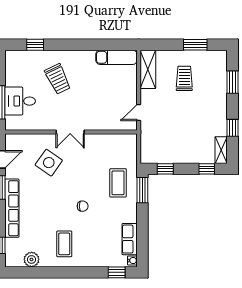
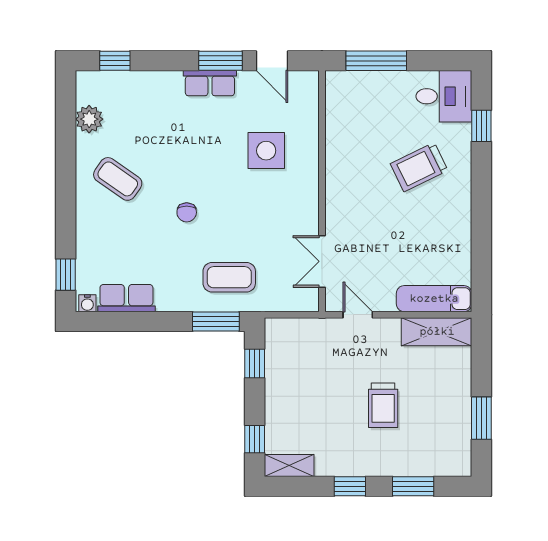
exam couch: (116, 57) -> (434, 299), moved, turned 90
trolley: (184, 78) -> (383, 405), moved, turned 90
desk: (20, 101) -> (444, 96), moved, turned 90
window: (233, 128) -> (350, 486), moved
double door: (70, 132) -> (322, 261), moved
side table: (49, 163) -> (266, 151), turned -35
row of seats: (12, 208) -> (210, 83), width x0.50
coffee table: (64, 244) -> (118, 179), turned 35

